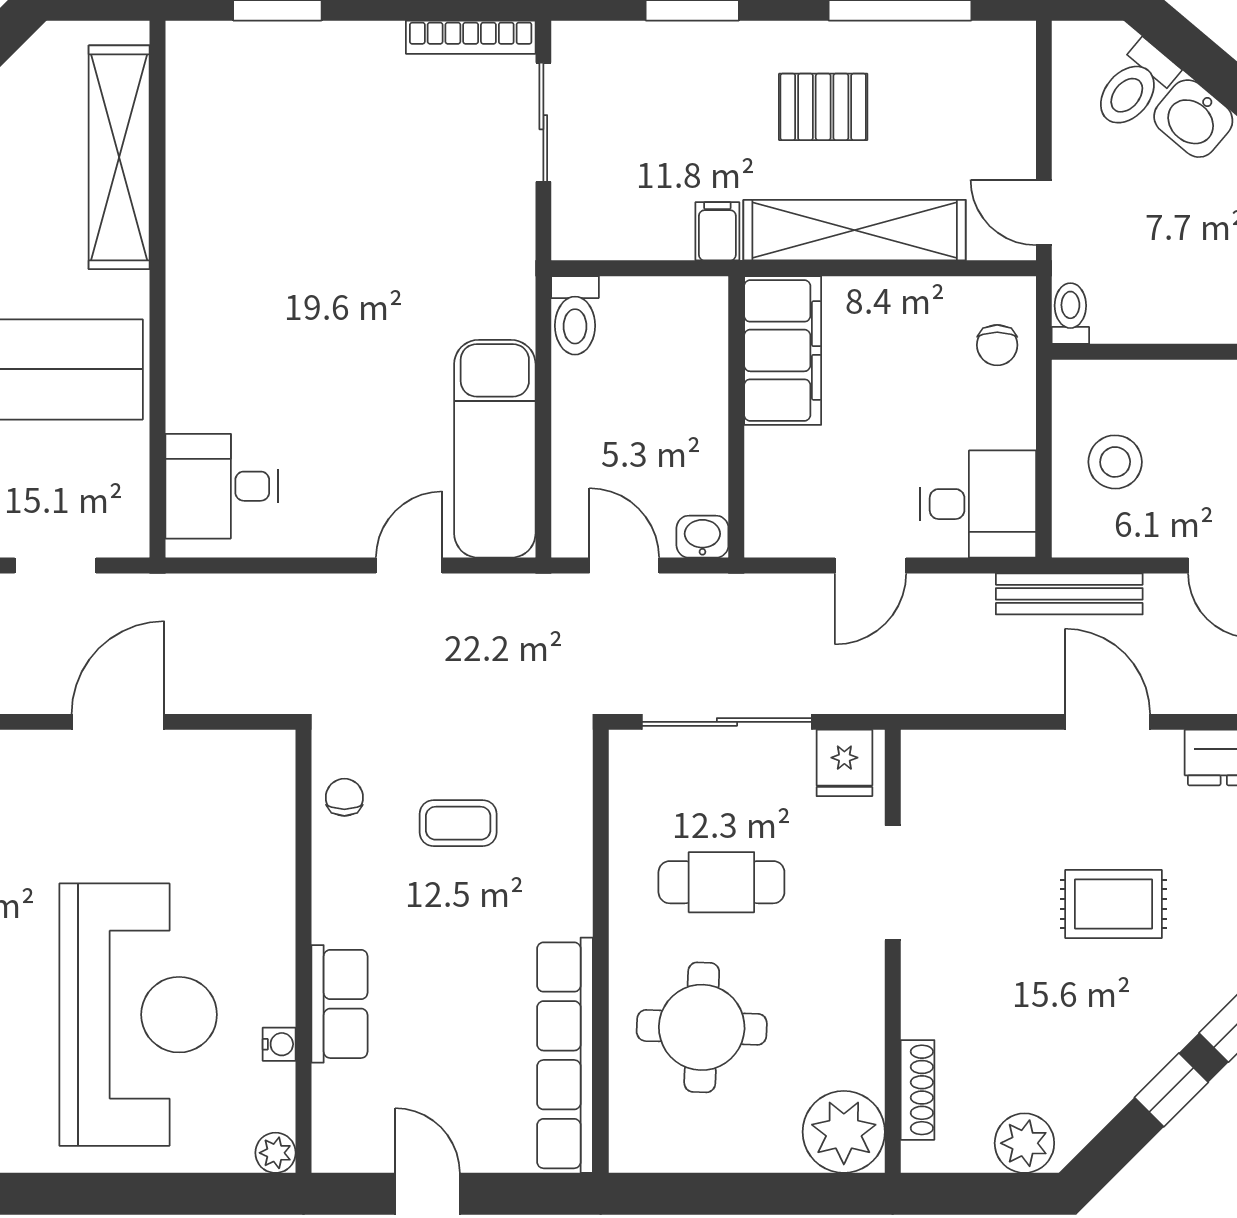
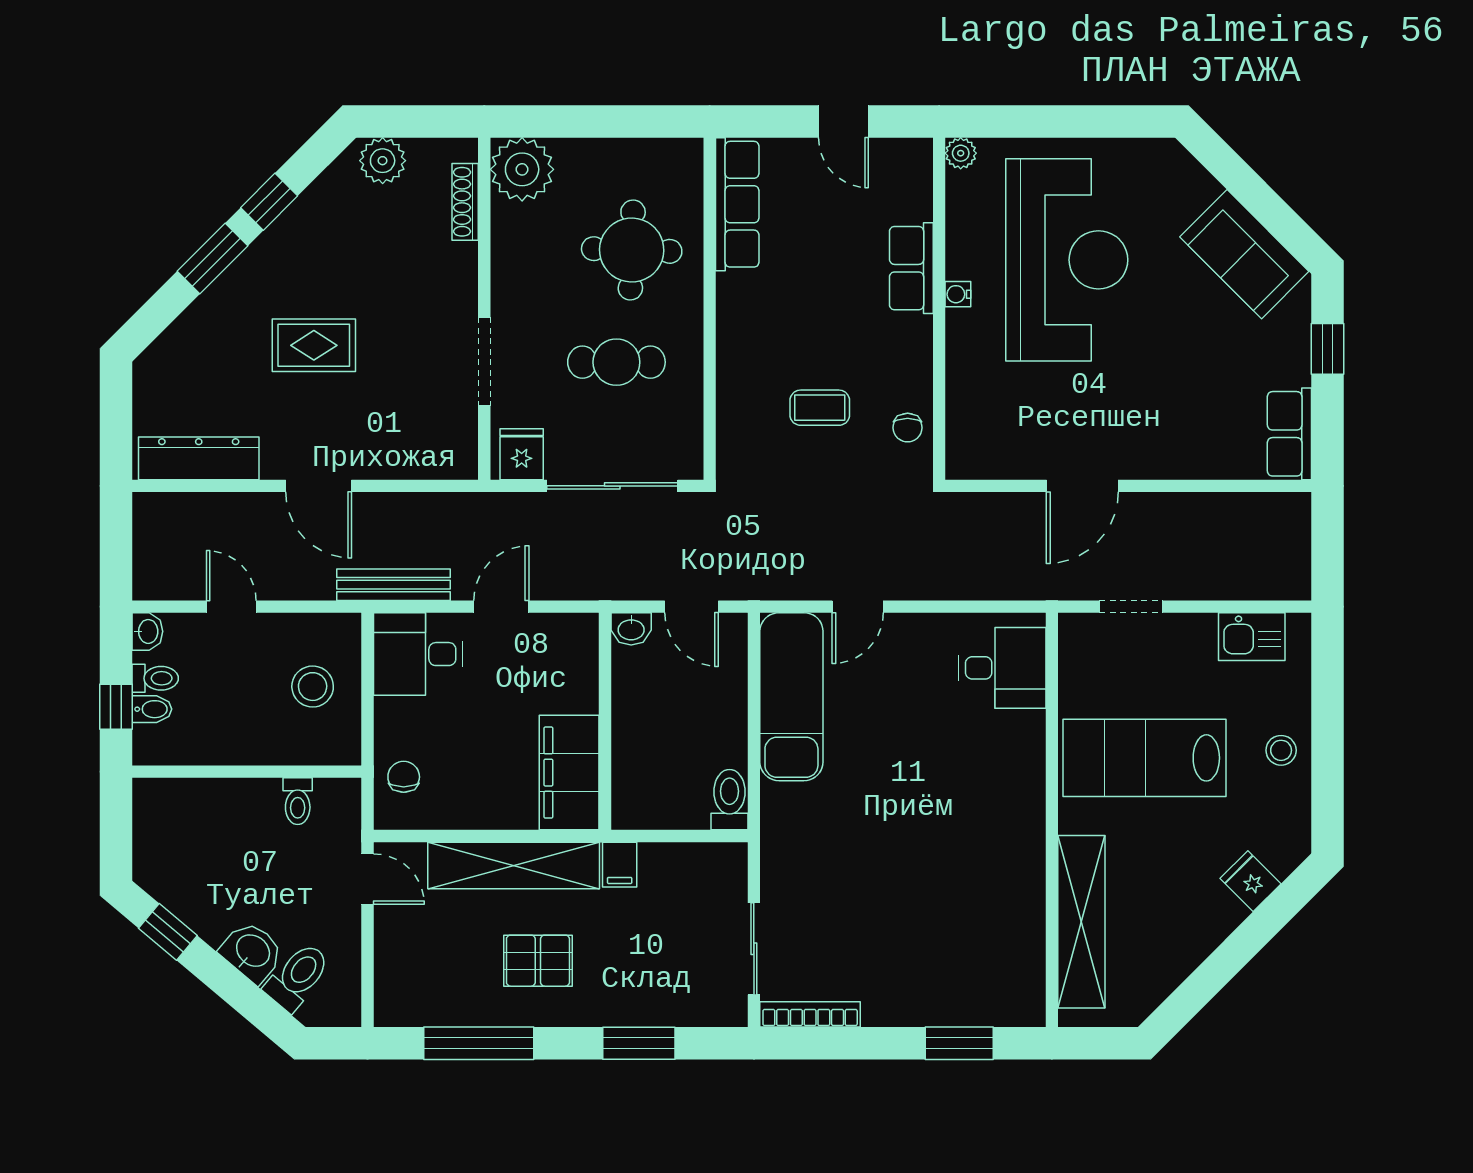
toilet: (1070, 313) -> (298, 801), moved
bench: (1069, 594) -> (394, 585), moved
reception desk: (138, 1015) -> (1067, 260), turned 180
water cooler: (279, 1044) -> (958, 294), moved
row of seats: (565, 1055) -> (737, 204), width x0.73

